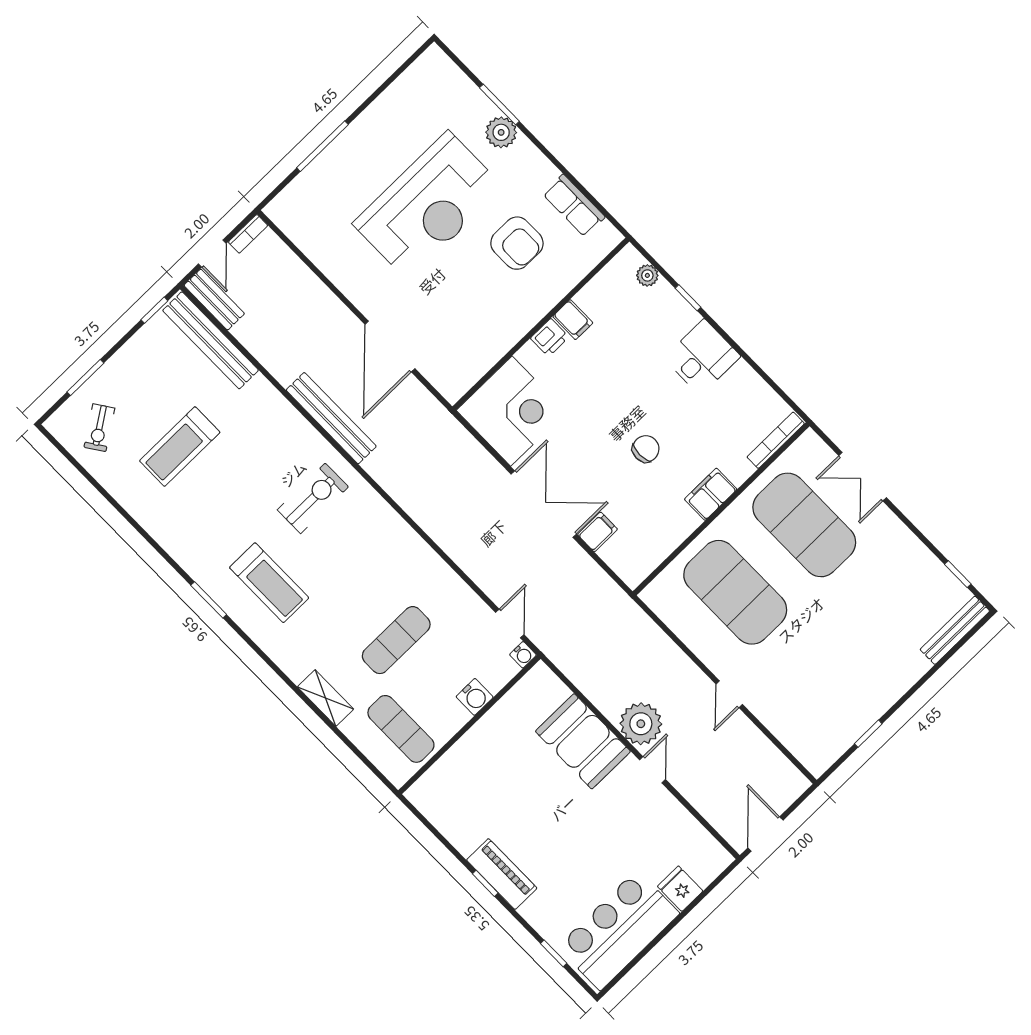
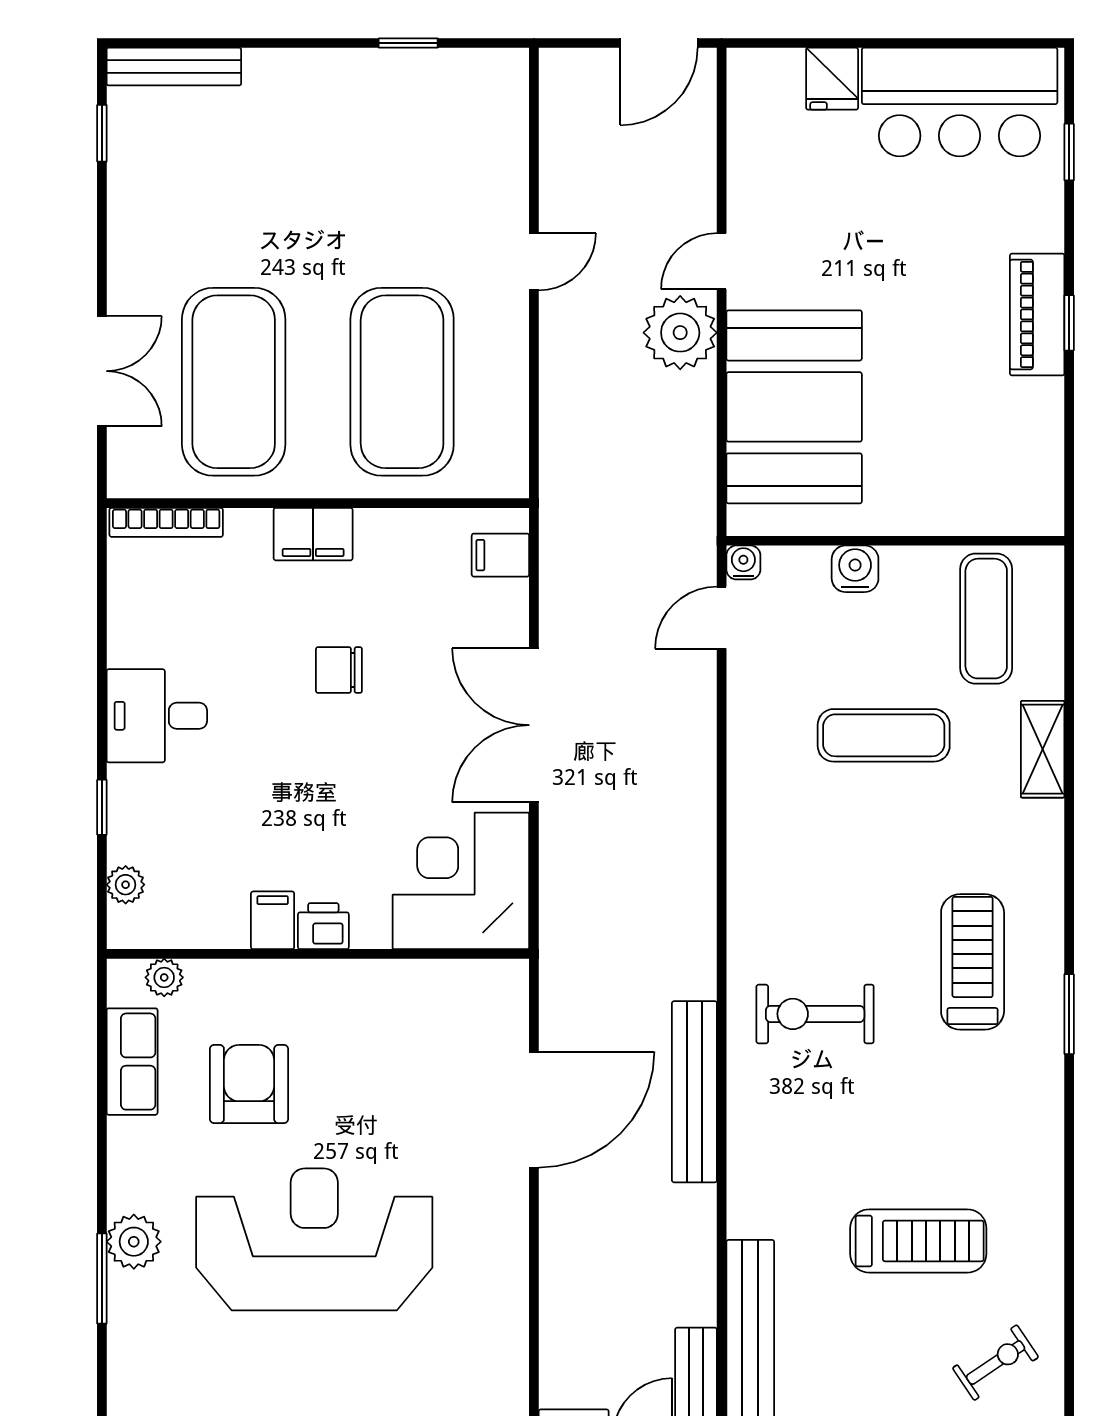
plant: (594, 253) -> (164, 977), added
filing cabinet: (597, 532) -> (500, 555), moved
booth: (583, 741) -> (794, 407), width x1.36, depth x1.42

